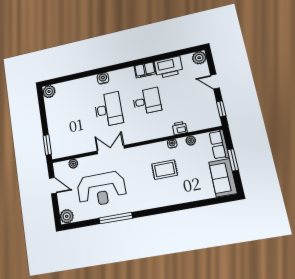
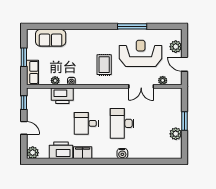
plant: (49, 92) -> (176, 134), moved
printer: (180, 128) -> (62, 96), width x1.87, depth x1.48
window: (47, 145) -> (185, 121), moved
double door: (111, 150) -> (141, 86), moved
rug: (165, 170) -> (104, 65), moved, turned 90
sofa: (223, 178) -> (51, 38), moved, turned 90
plant: (67, 216) -> (176, 47), moved

